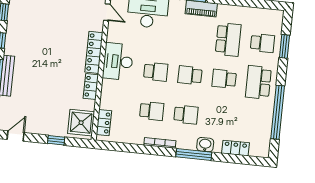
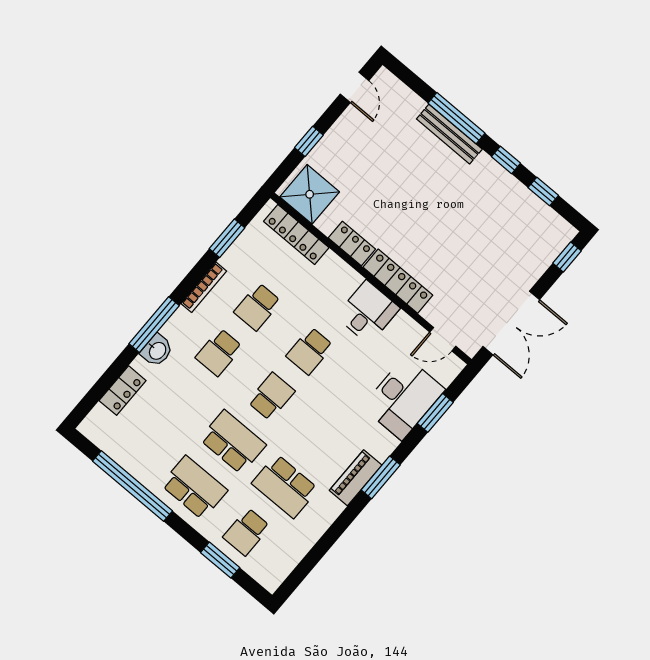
desk: (118, 61) -> (368, 312), width x0.73
school desk: (224, 79) -> (233, 442), width x1.85
locker: (104, 123) -> (296, 234), width x1.53
window: (129, 148) -> (227, 238), added

